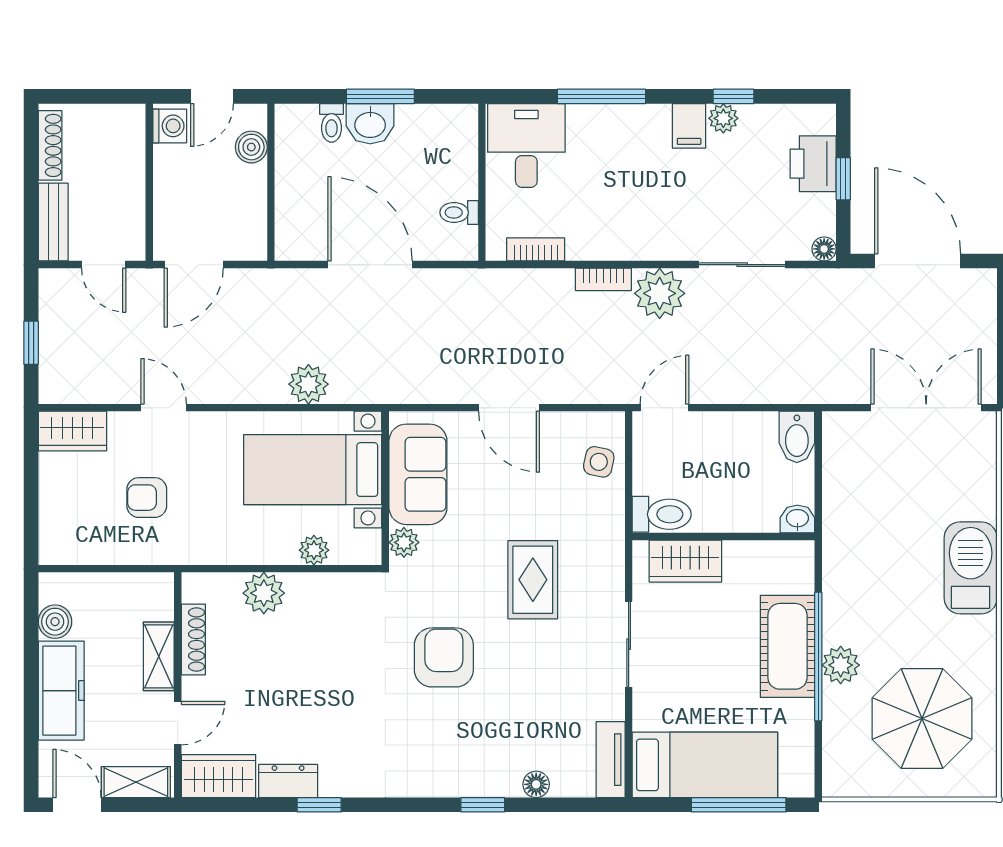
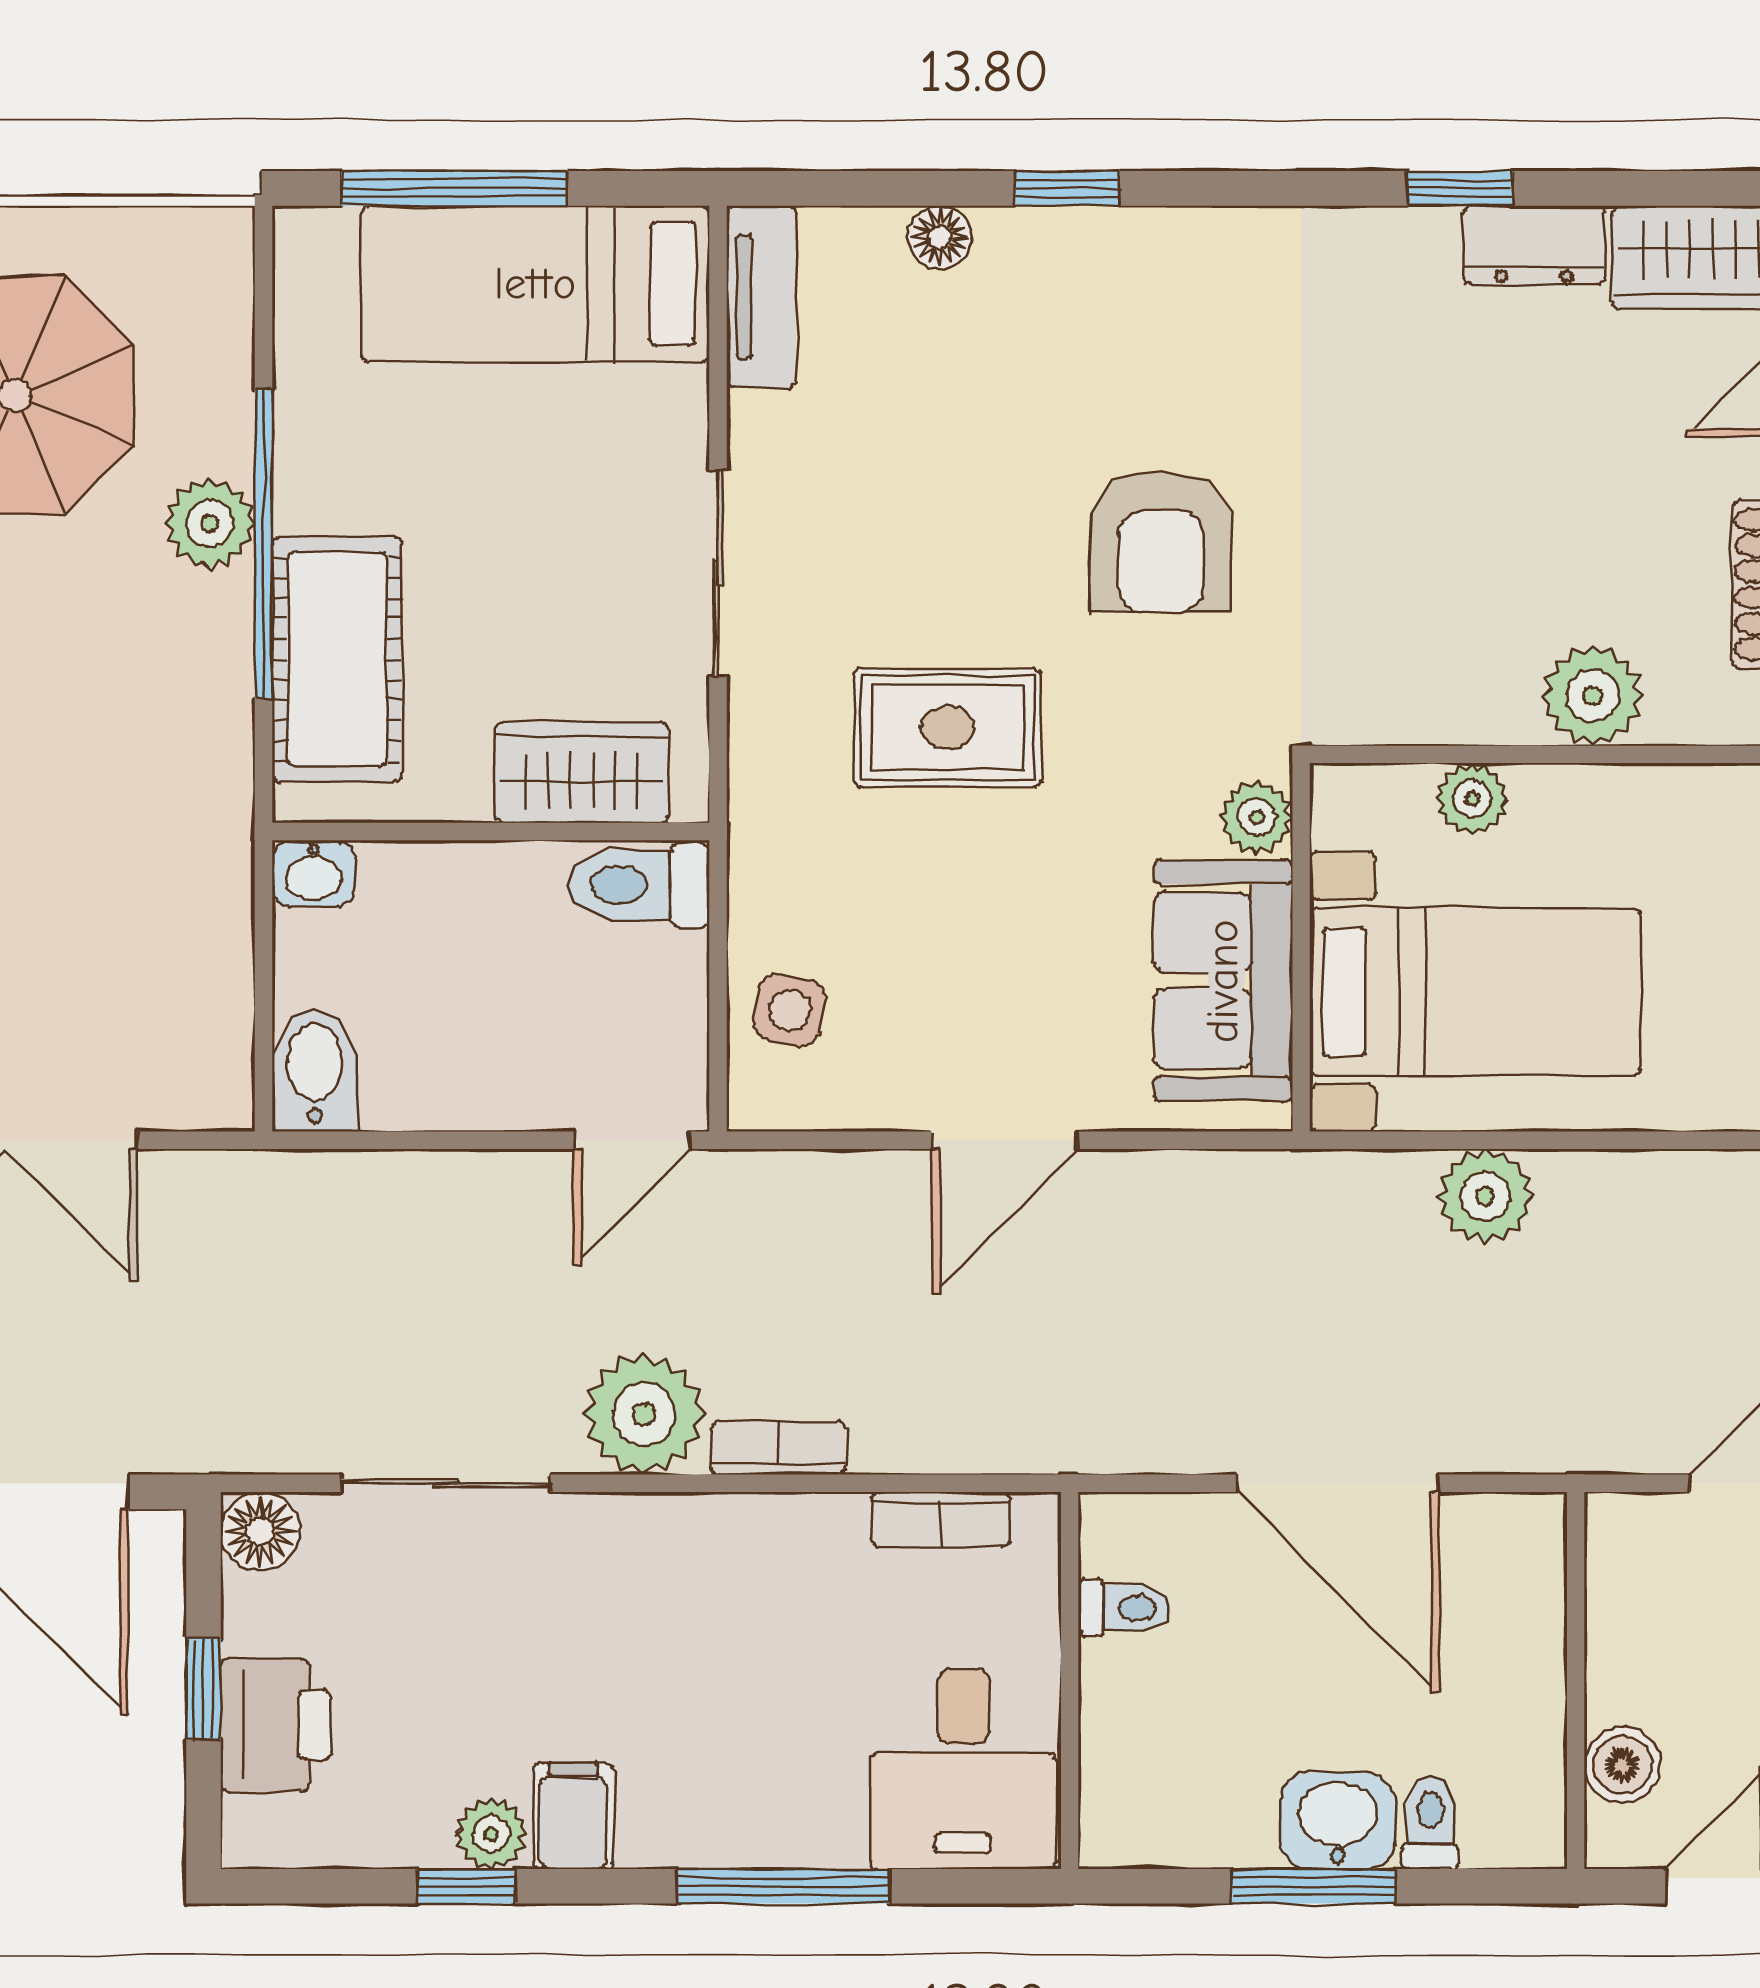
floor lamp: (824, 249) -> (260, 1531), width x1.37, depth x1.37
door: (509, 408) -> (1005, 1140), swing flipped
rug: (533, 580) -> (948, 728), turned 90
cot: (787, 646) -> (337, 659), moved

